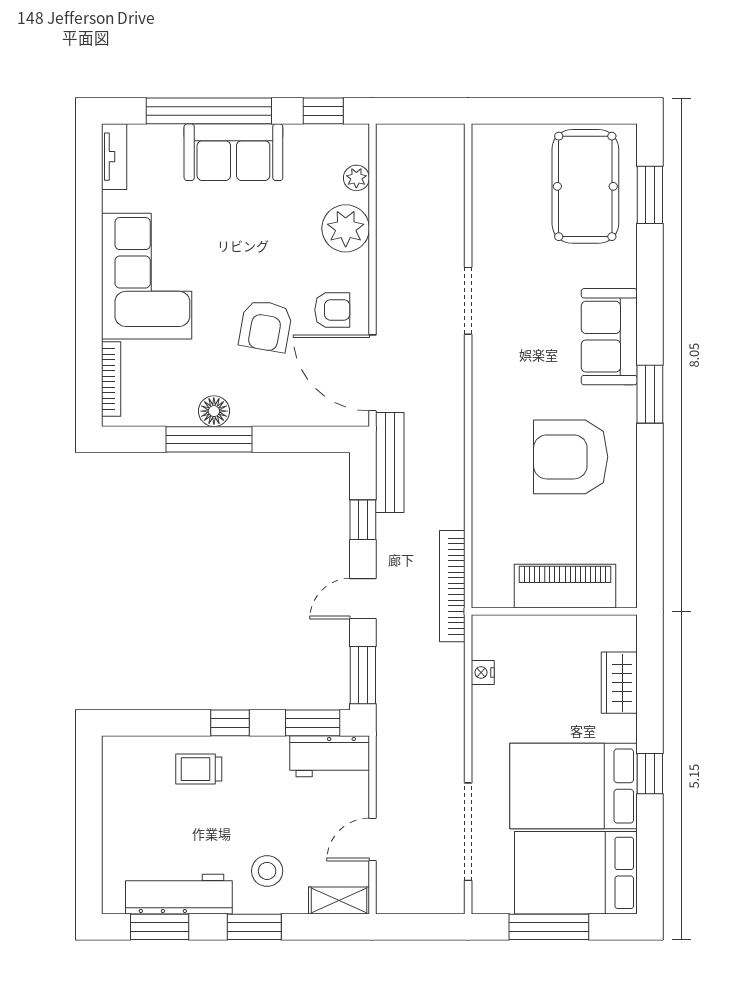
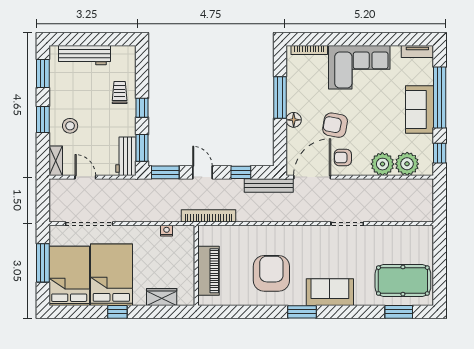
plant: (356, 178) -> (407, 164), width x1.87, depth x1.87
armchair: (332, 310) -> (343, 158), turned 90
floor lamp: (214, 411) -> (294, 120), moved
workbench: (179, 894) -> (84, 55), moved, turned 90

